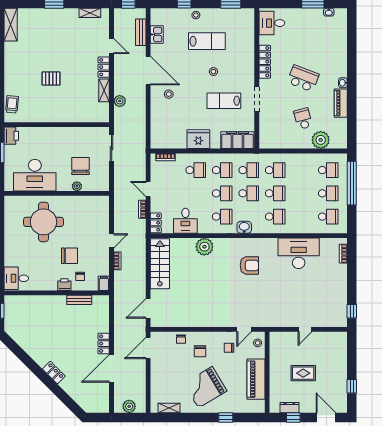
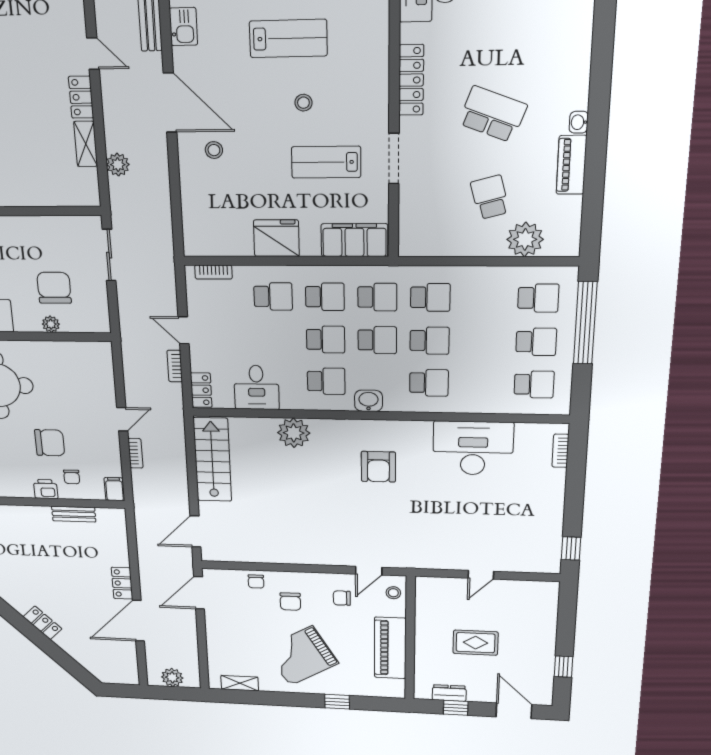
armchair: (249, 265) -> (378, 467), turned 90

